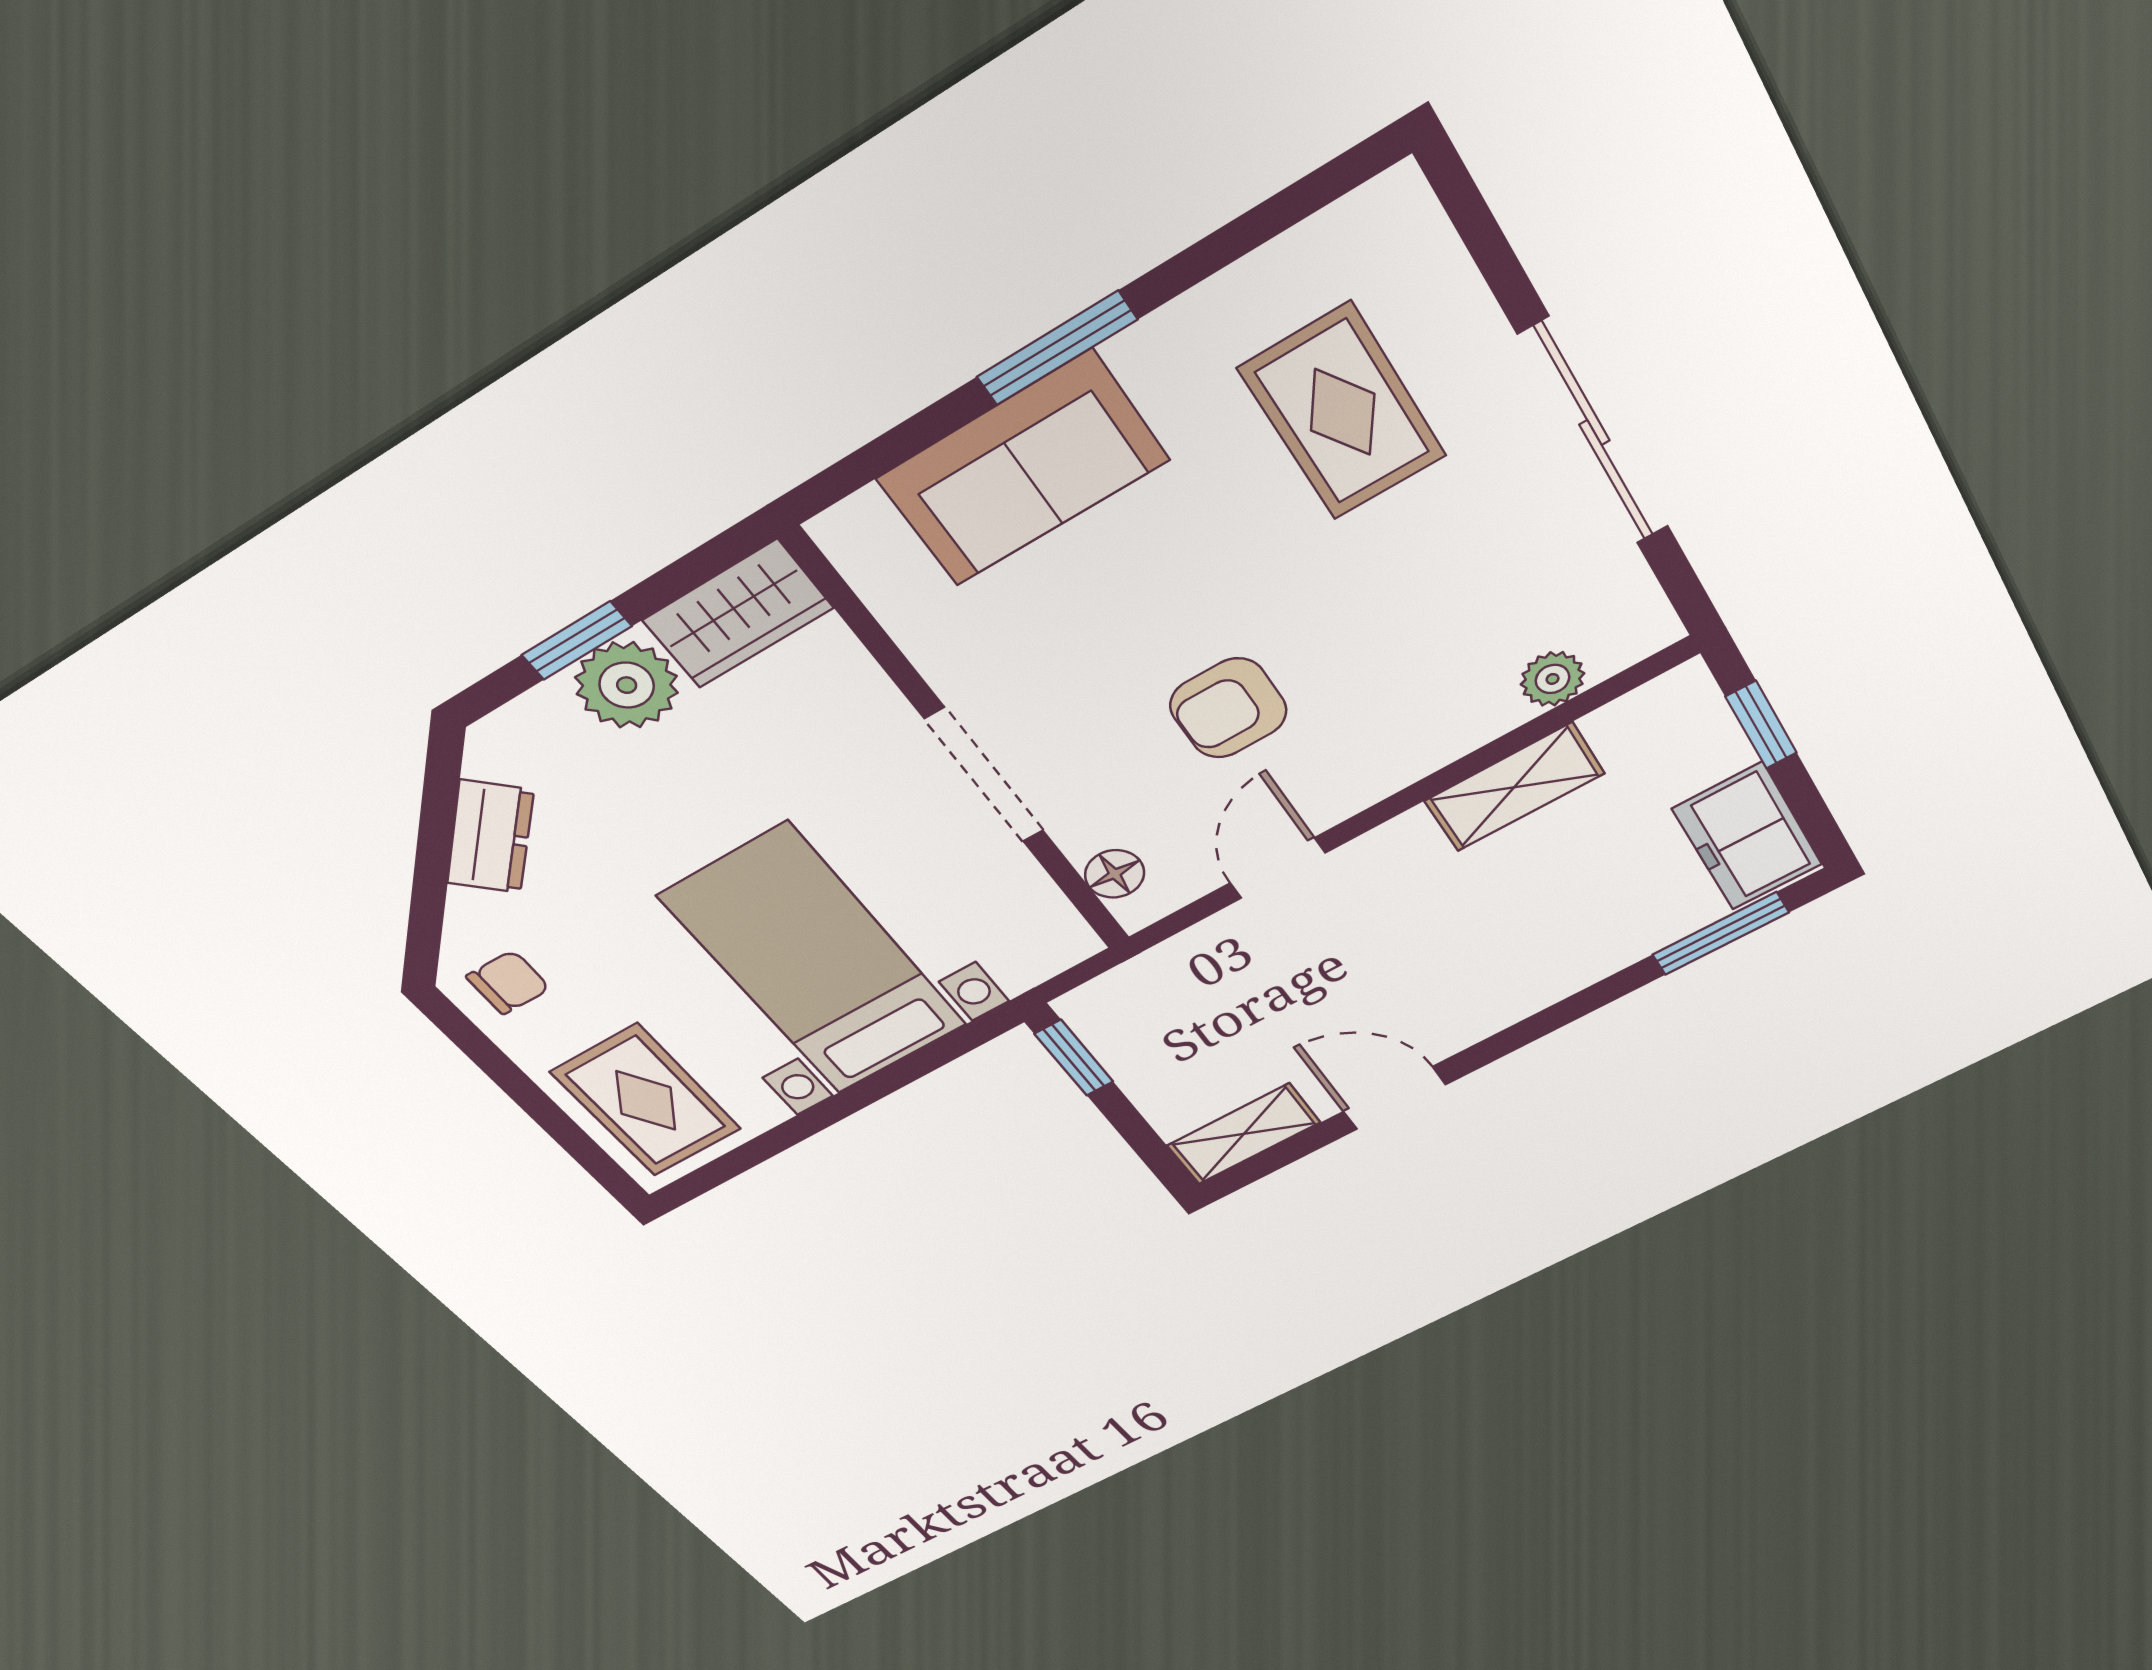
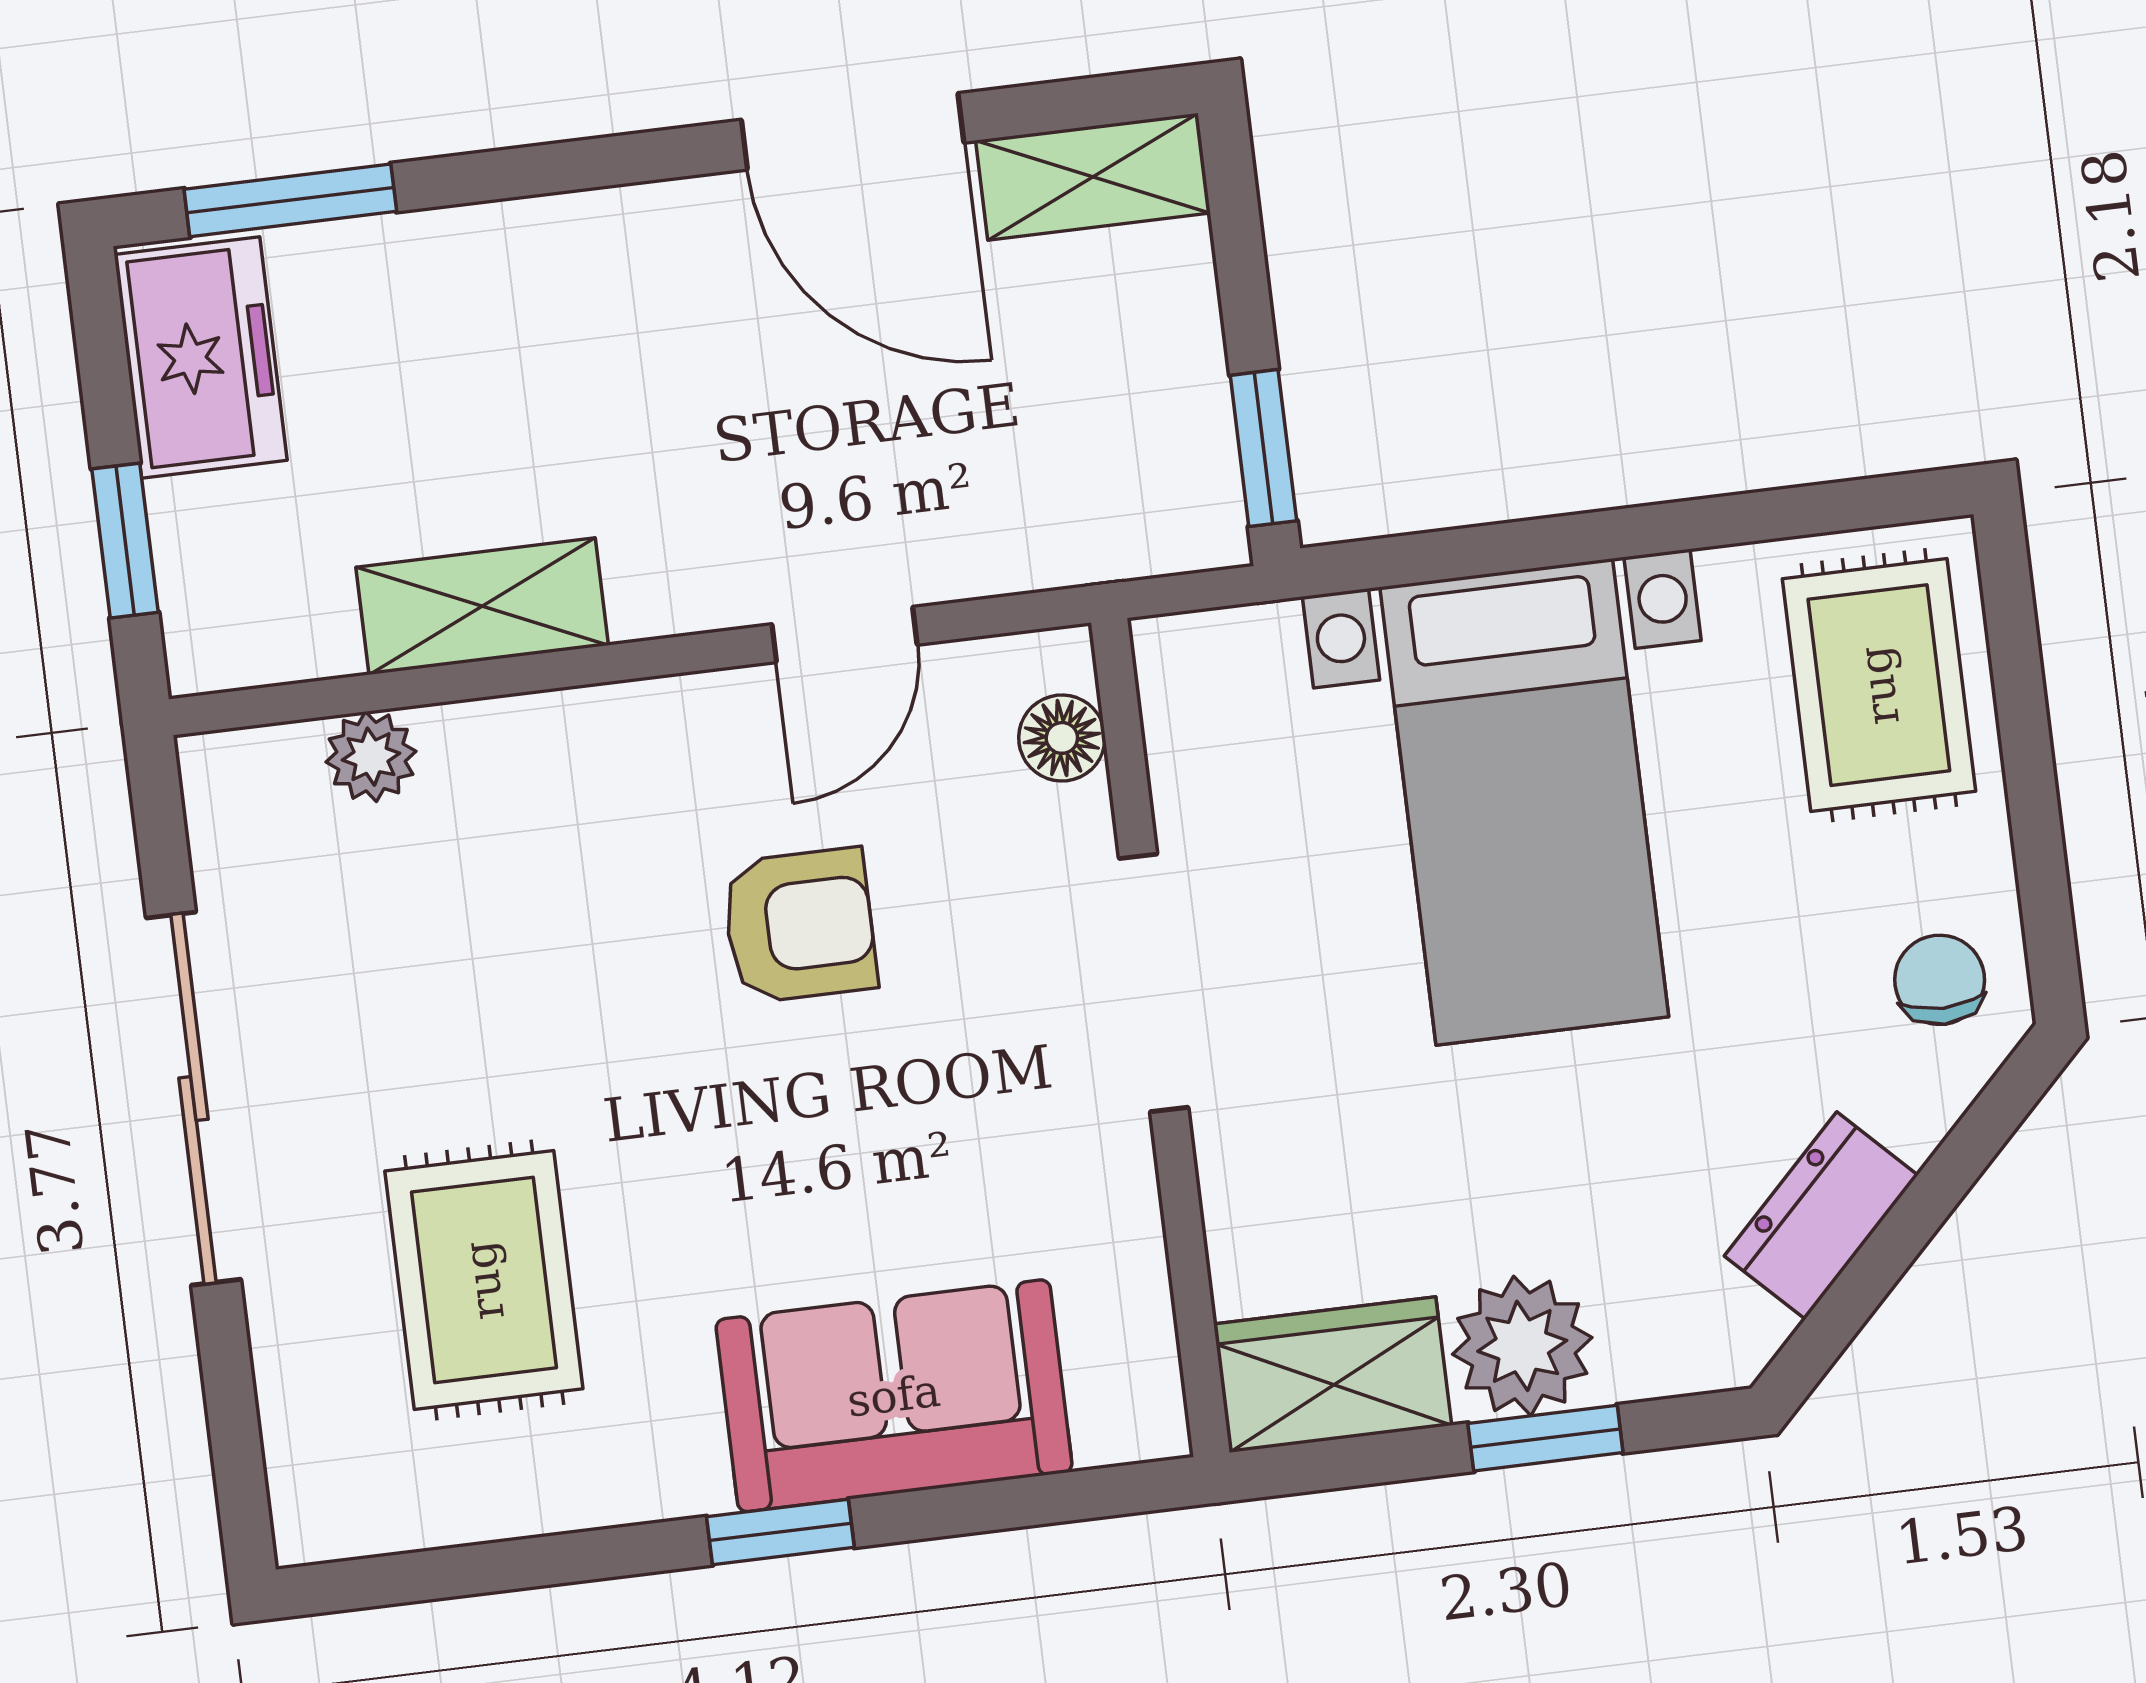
window: (1057, 348) -> (780, 1532), width x0.67
chair: (508, 982) -> (1940, 980), turned 89
door: (1394, 1098) -> (853, 131), width x1.38

